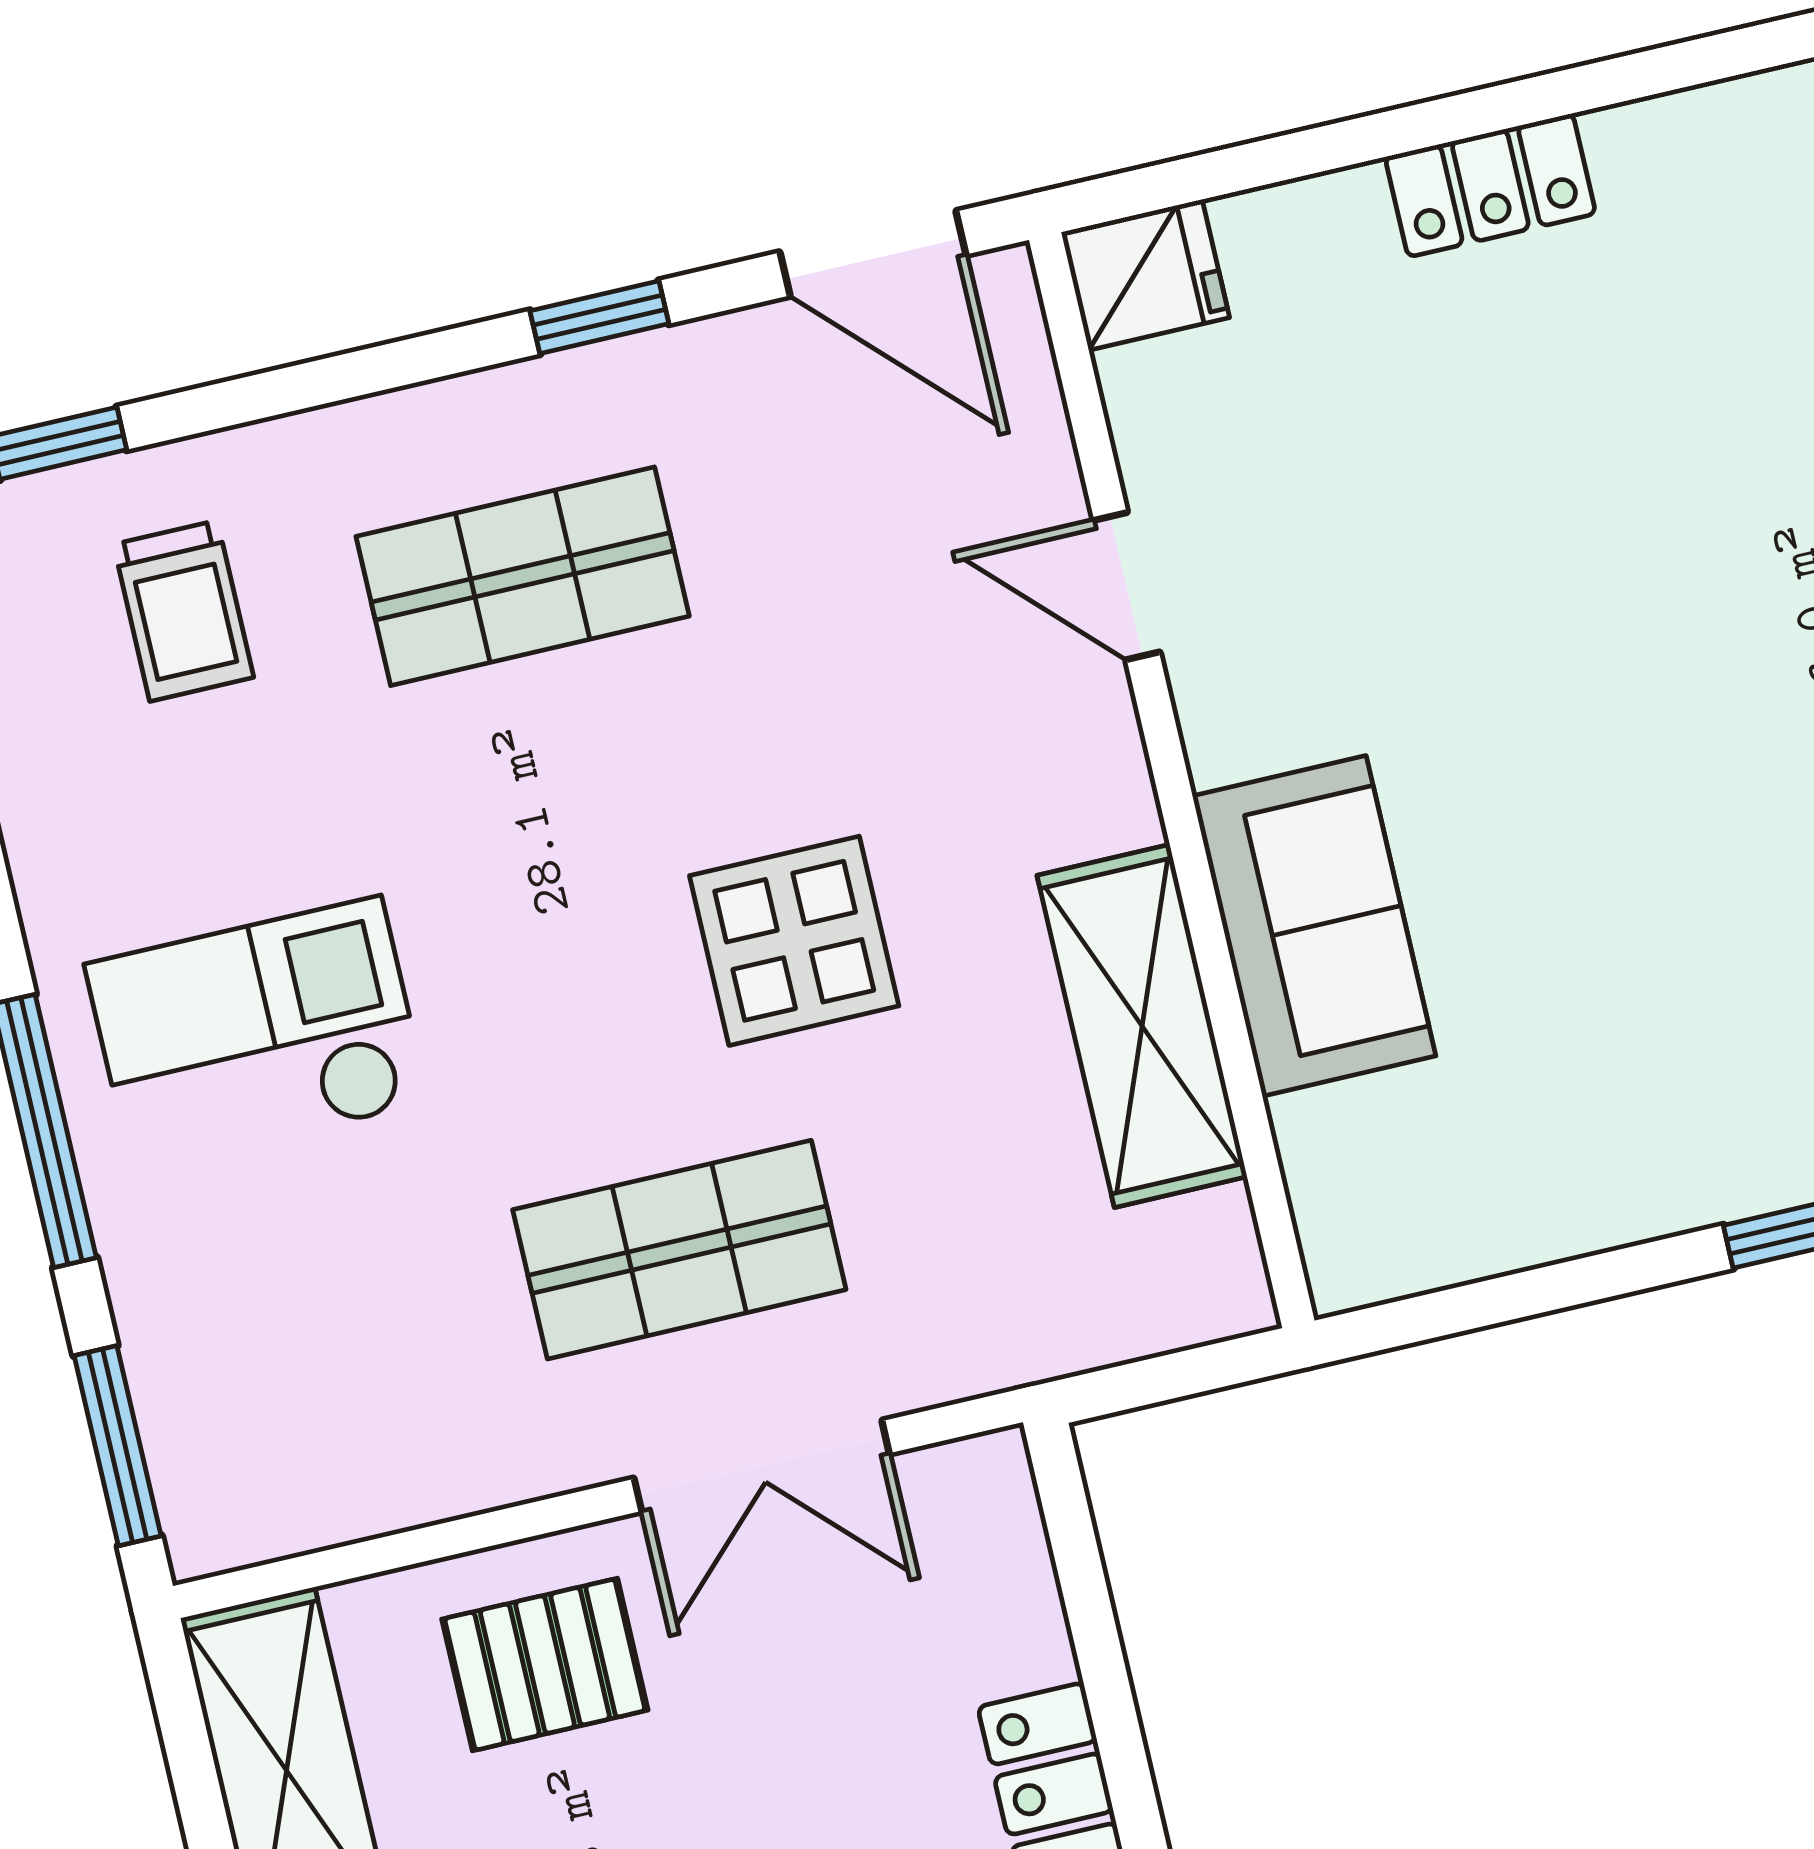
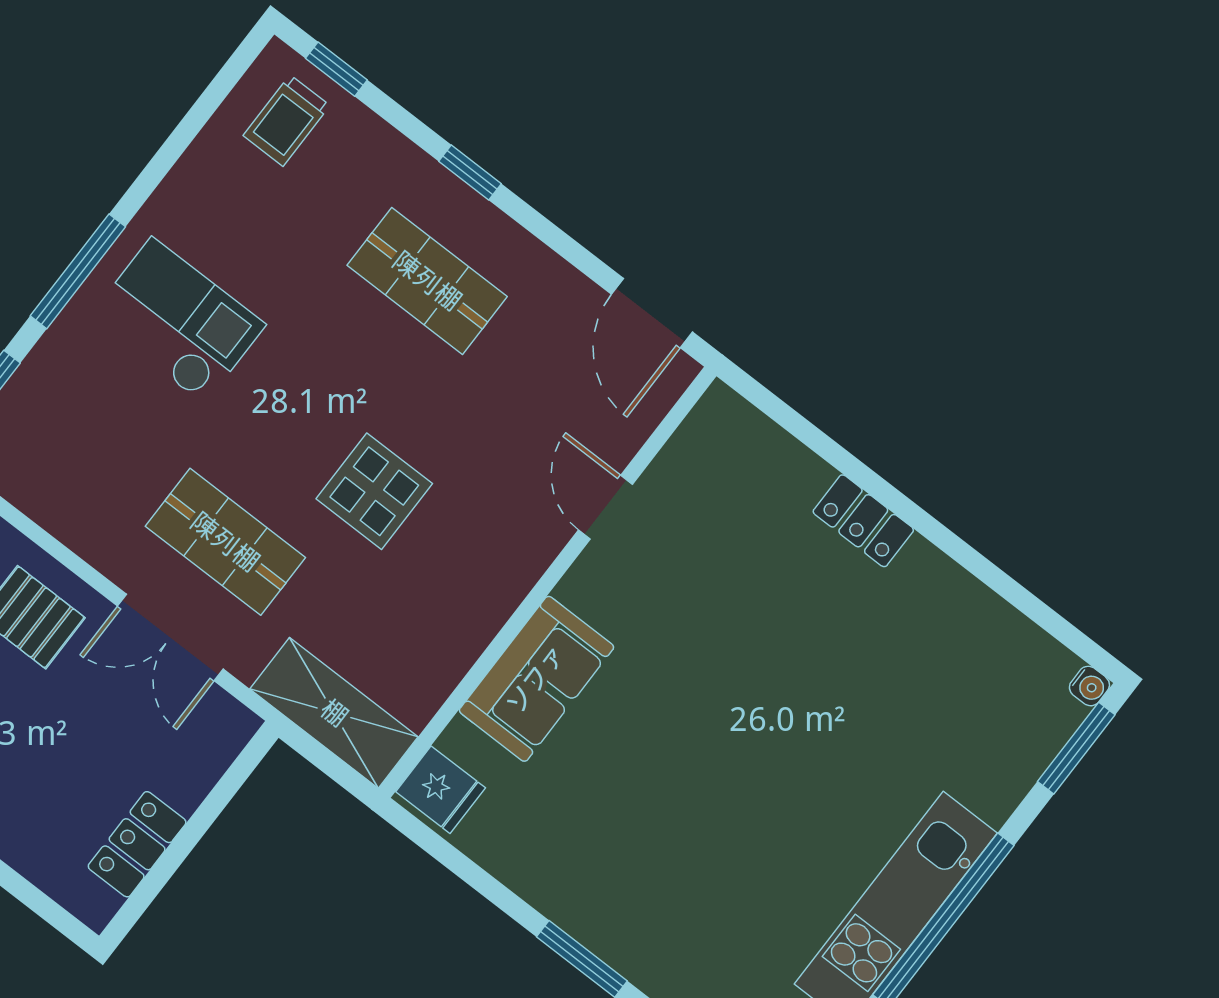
fridge: (1145, 275) -> (441, 790), moved
window: (599, 317) -> (470, 172), moved
trolley: (183, 611) -> (287, 120), moved
shelving: (1142, 1026) -> (334, 713), moved, turned 90

